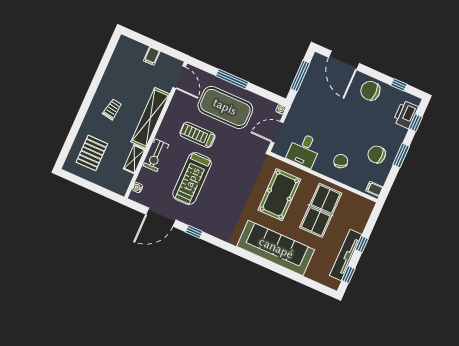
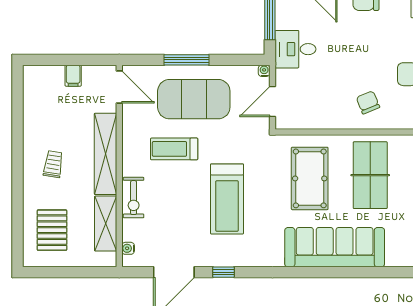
desk: (304, 150) -> (295, 49), moved, turned 90
shelving: (134, 159) -> (106, 224), width x1.50, depth x1.33
treadmill: (192, 179) -> (227, 199), moved

